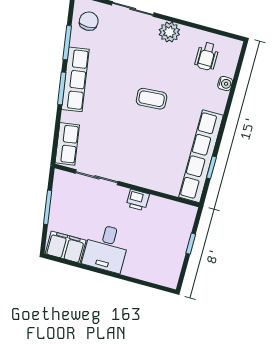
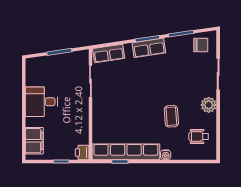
row of seats: (75, 79) -> (149, 48), width x0.68
water cooler: (225, 84) -> (166, 155), moved
coffee table: (152, 99) -> (171, 116), moved
printer: (138, 200) -> (82, 152), moved
filing cabinet: (66, 247) -> (34, 141), moved

